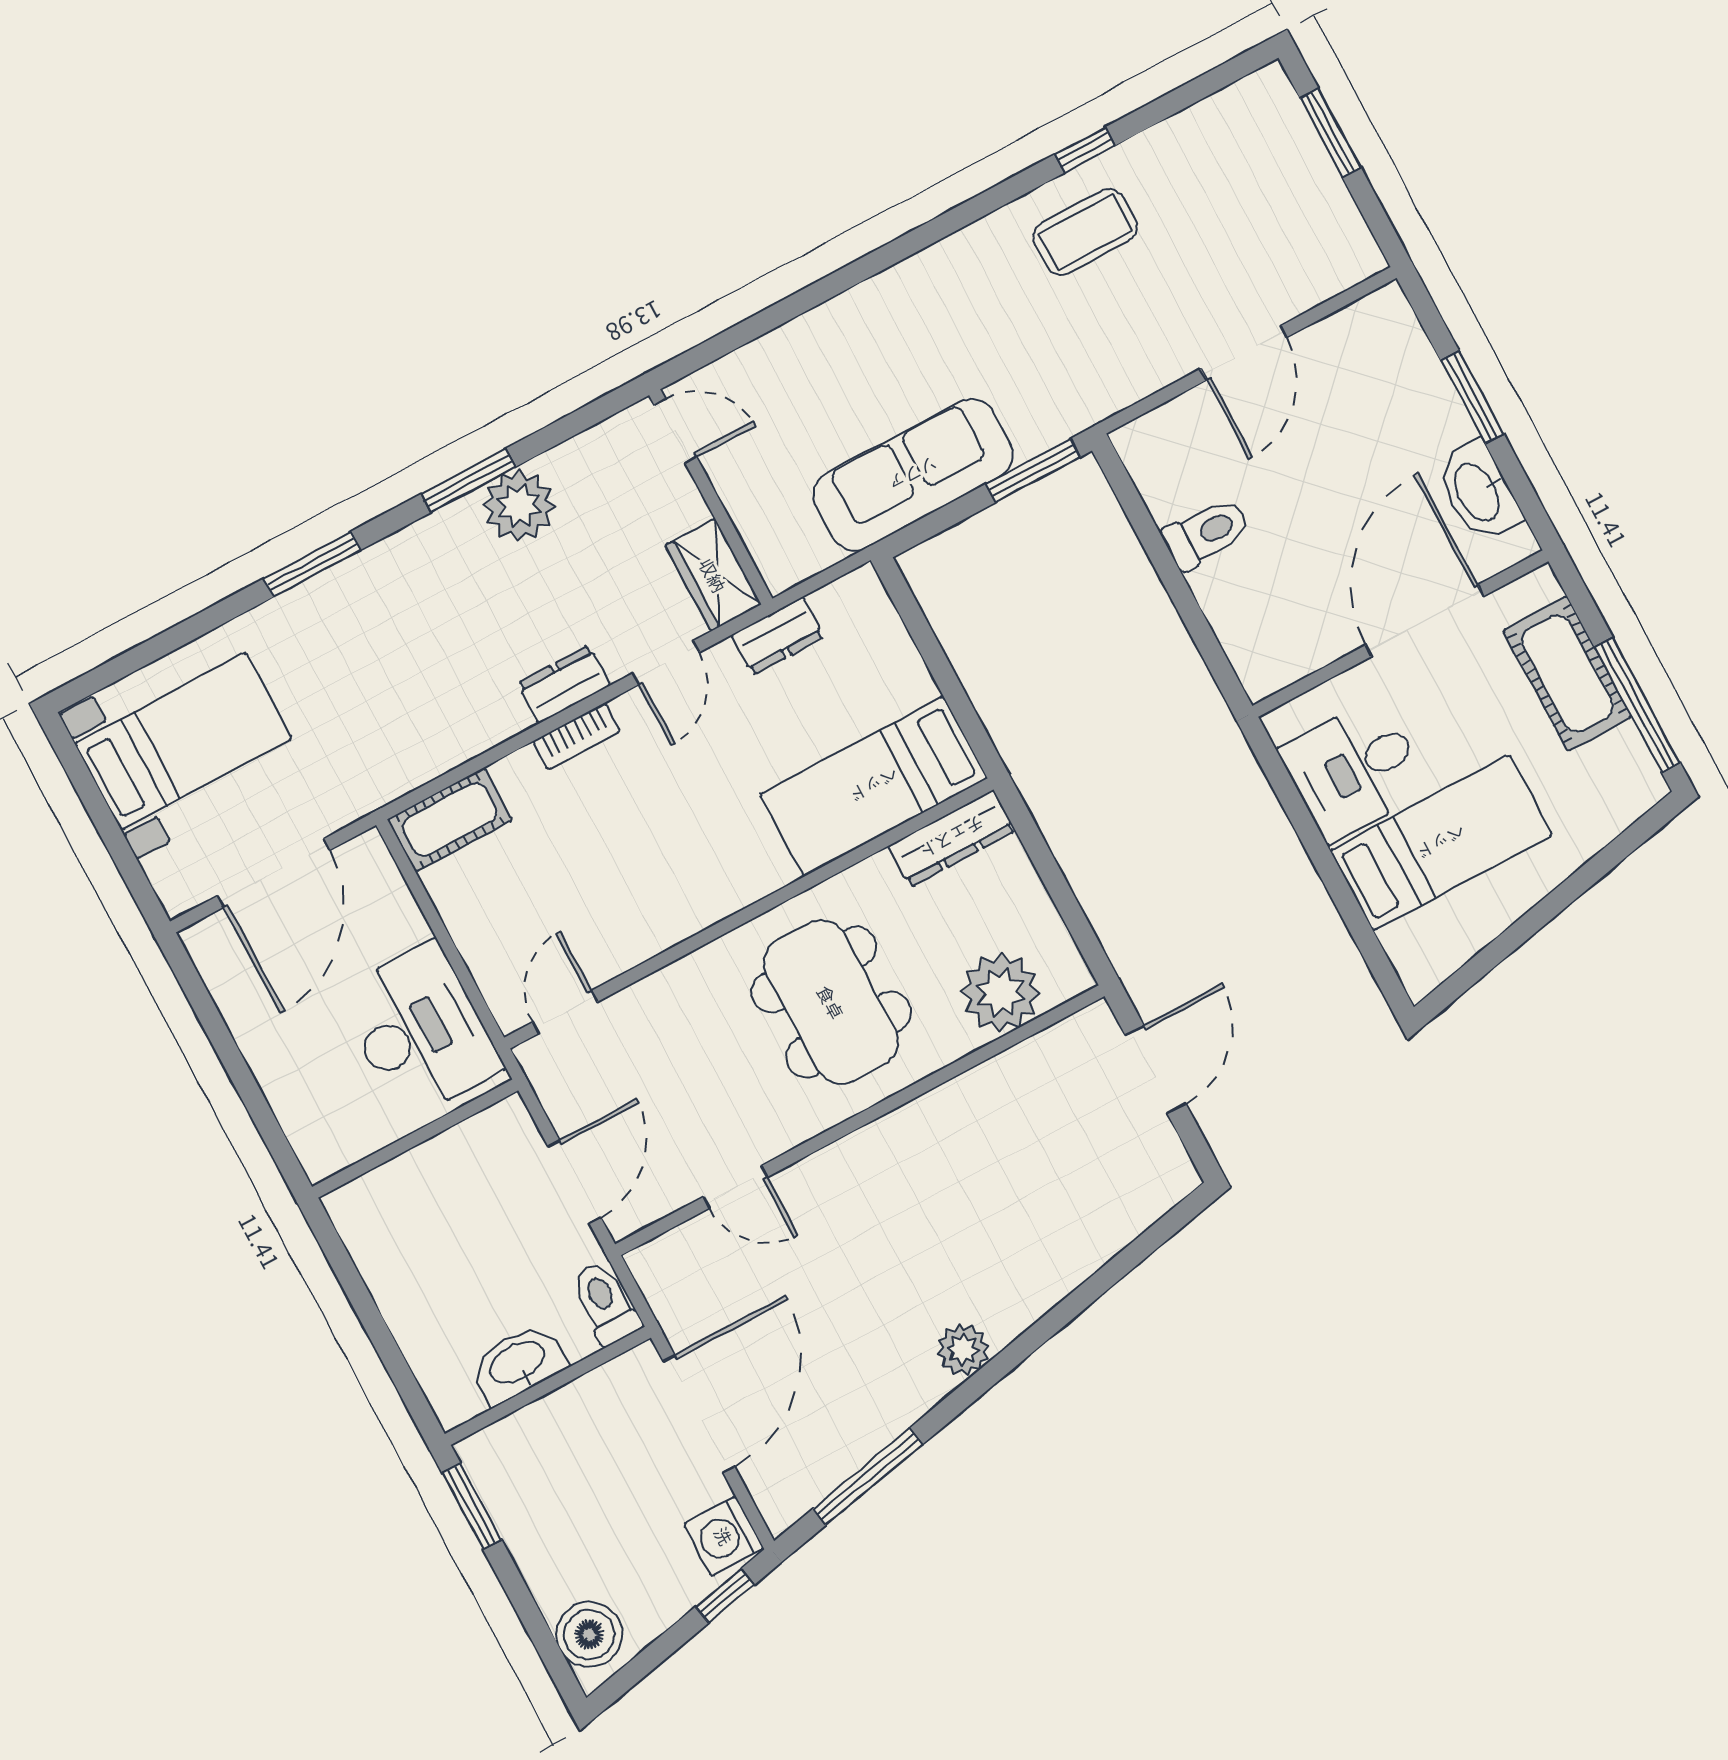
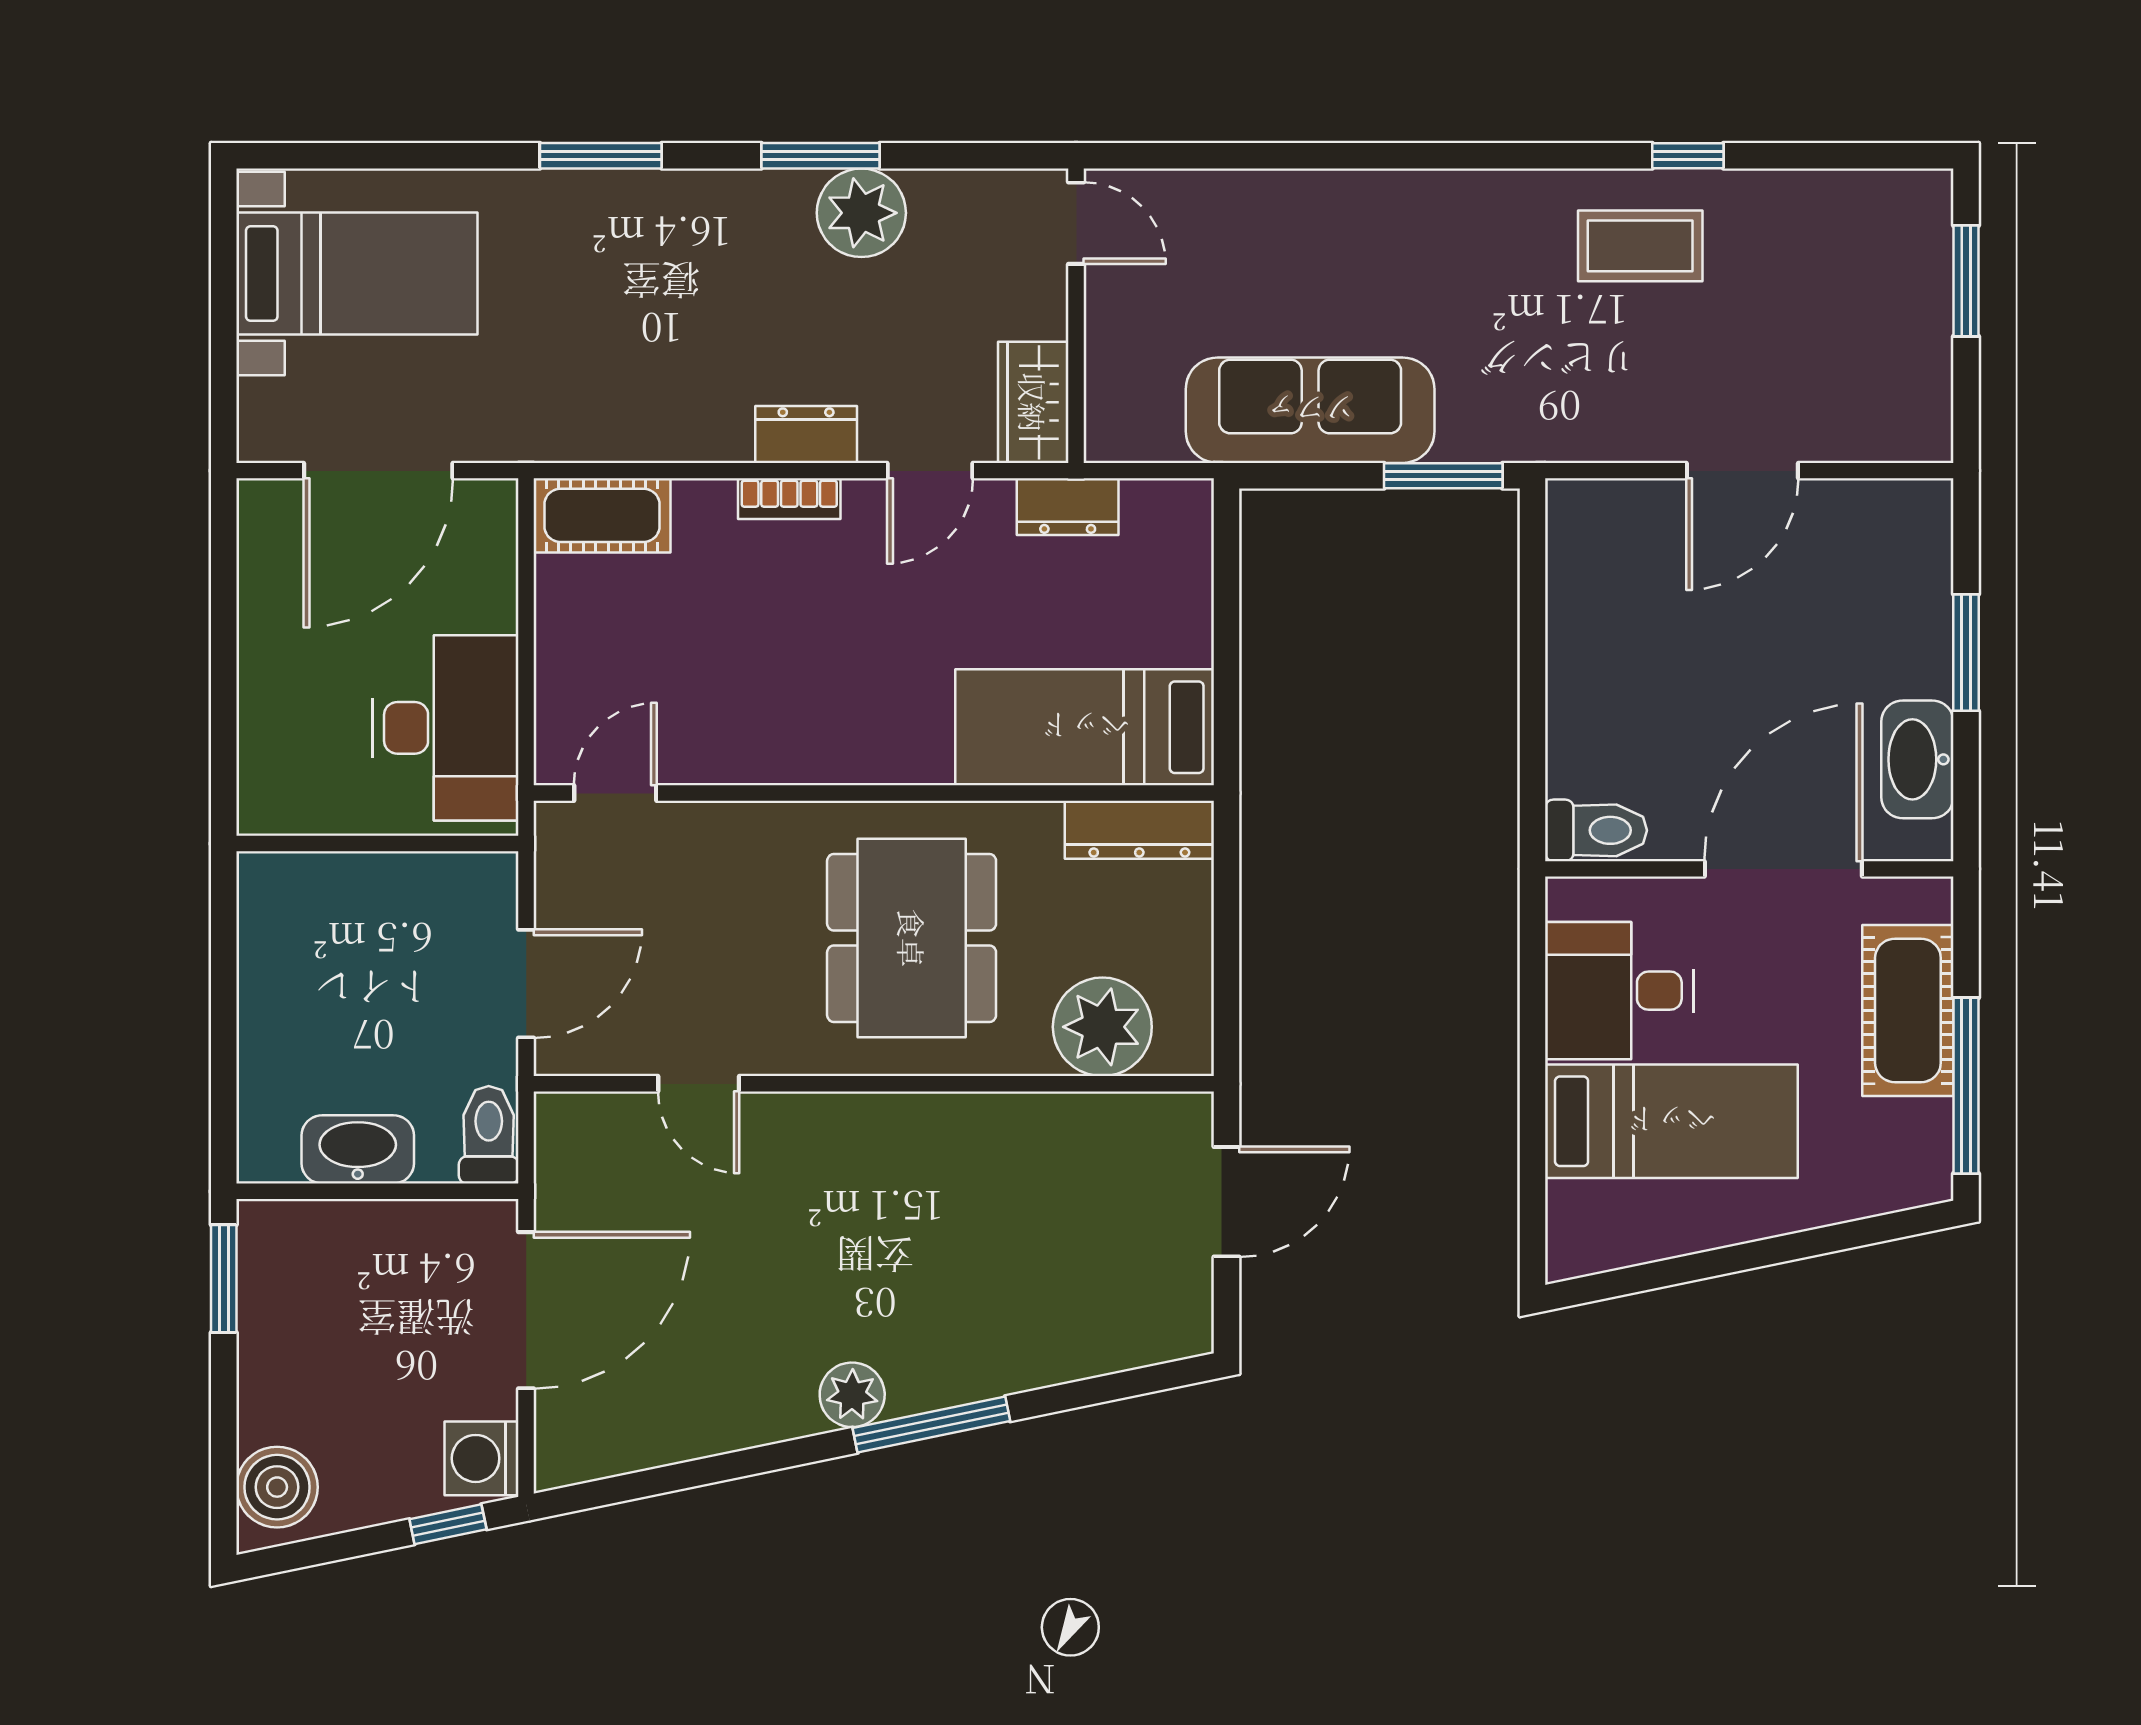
toilet: (1206, 533) -> (1596, 830), moved
window: (867, 1477) -> (931, 1424), moved

